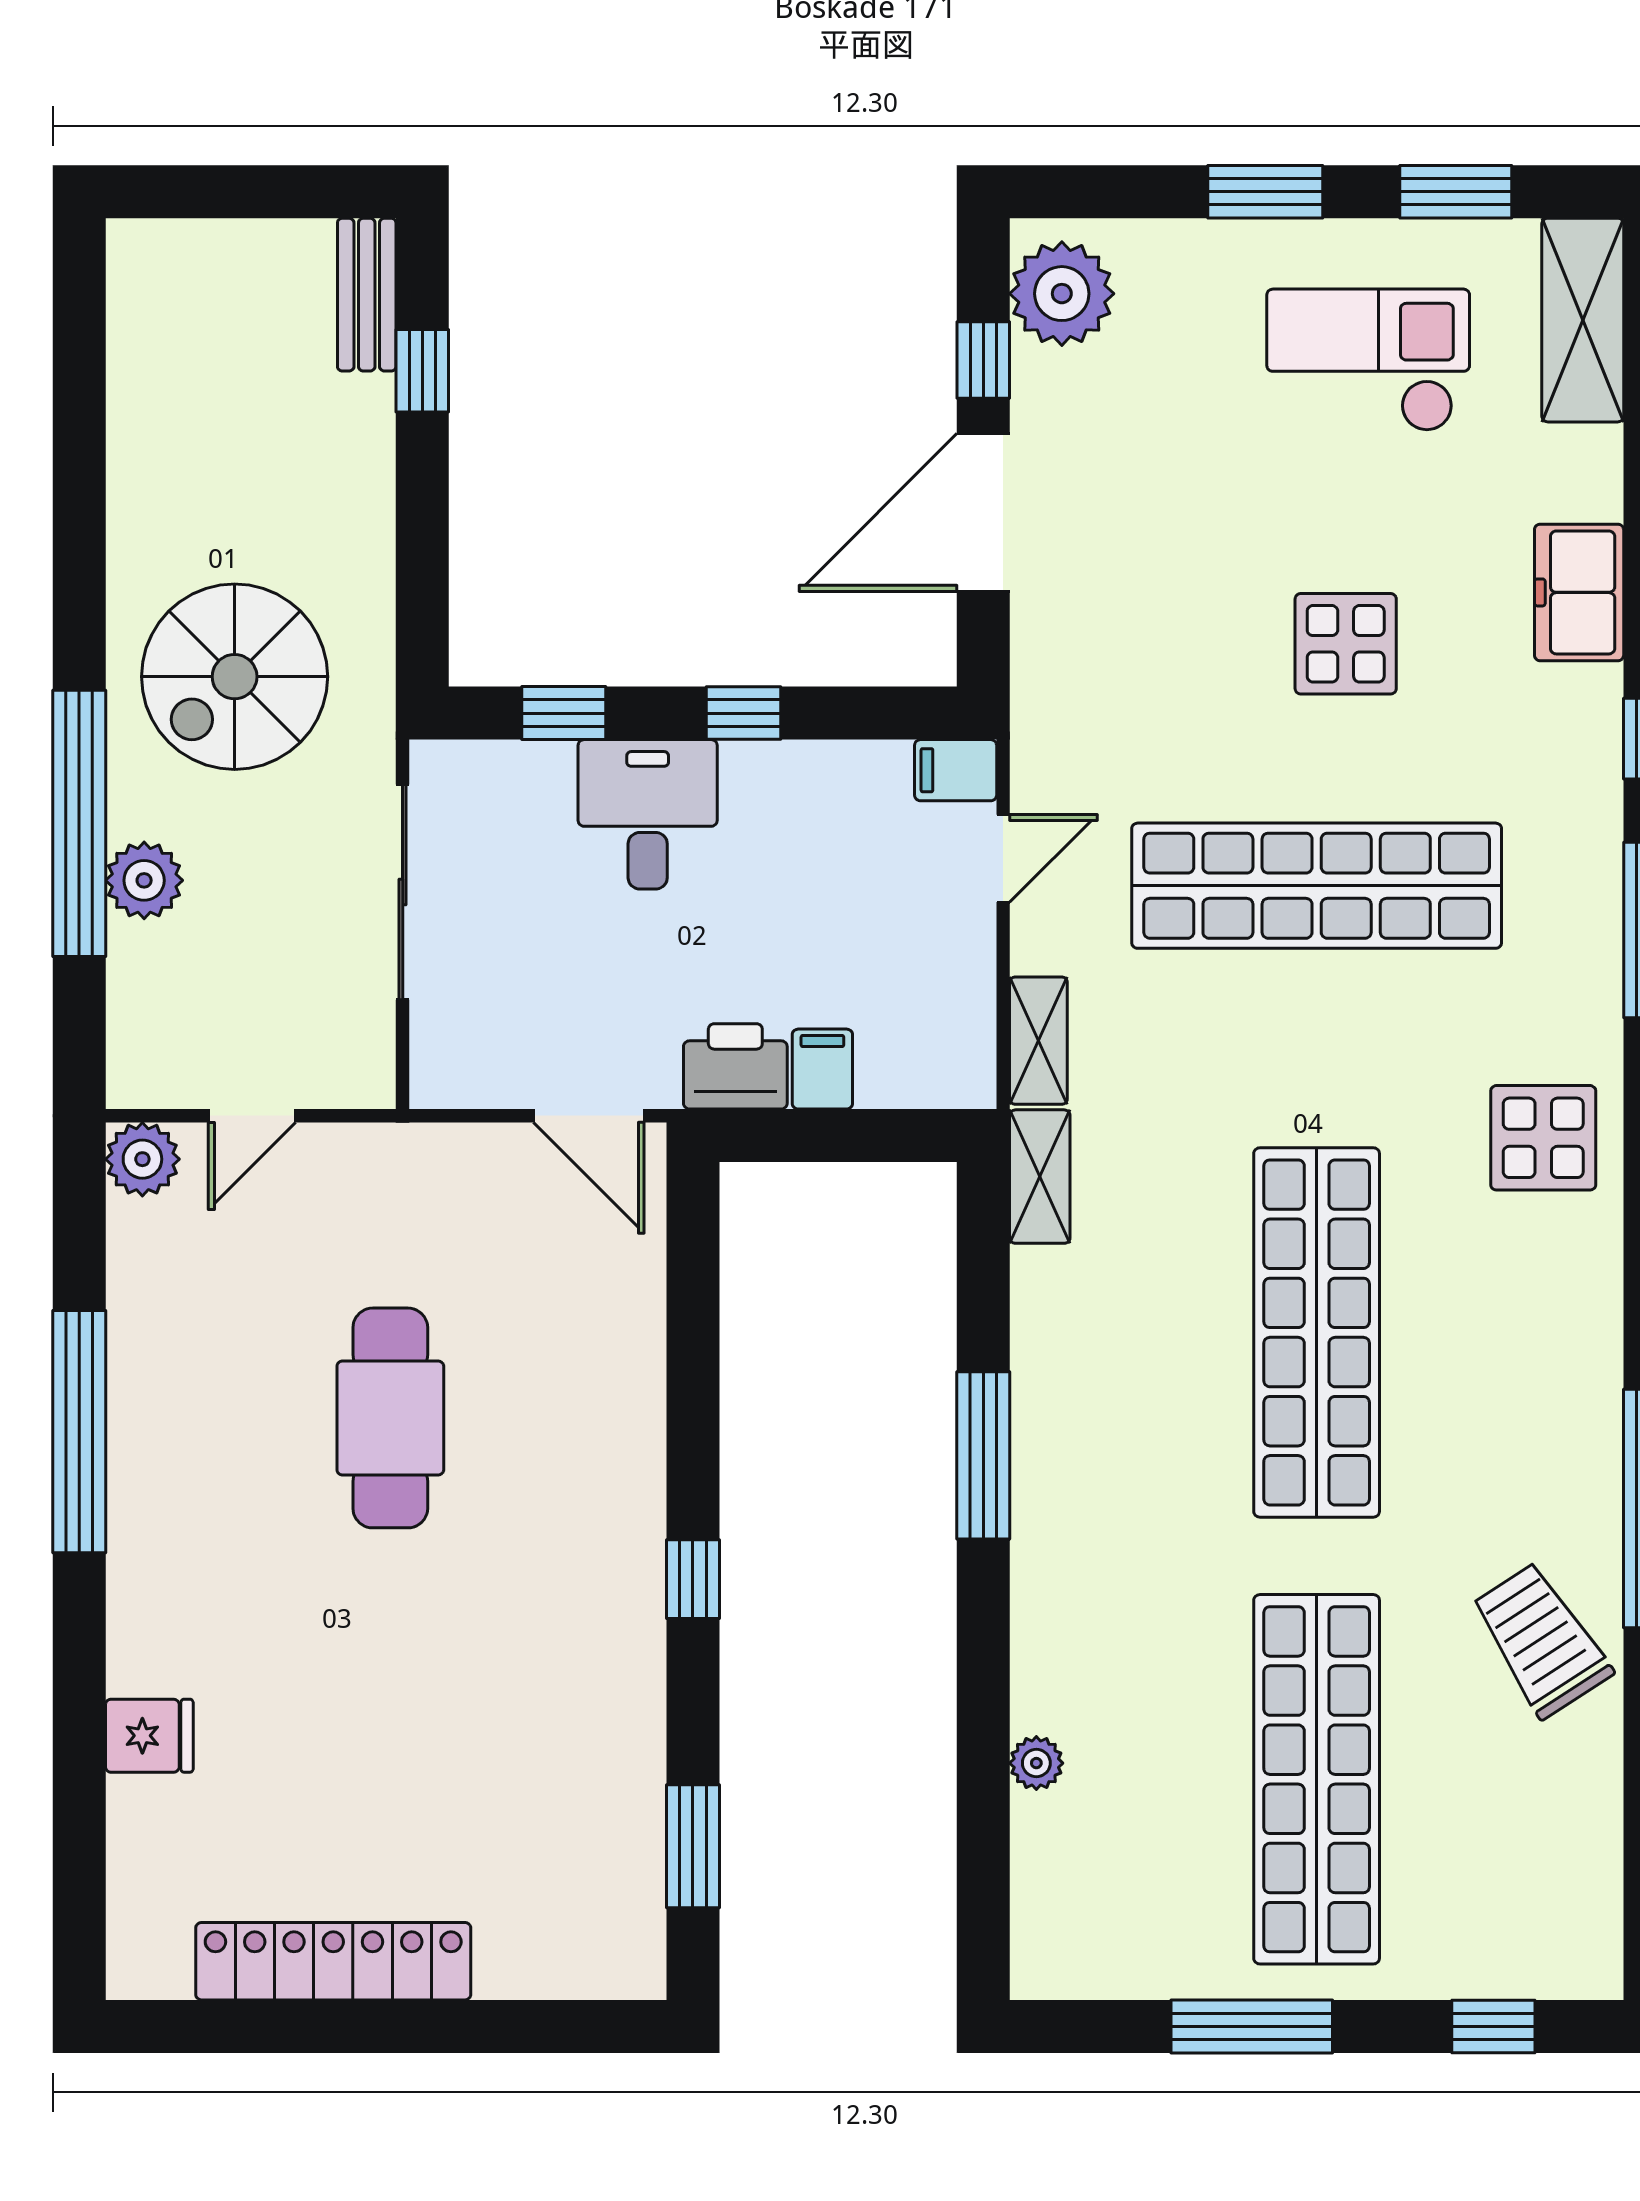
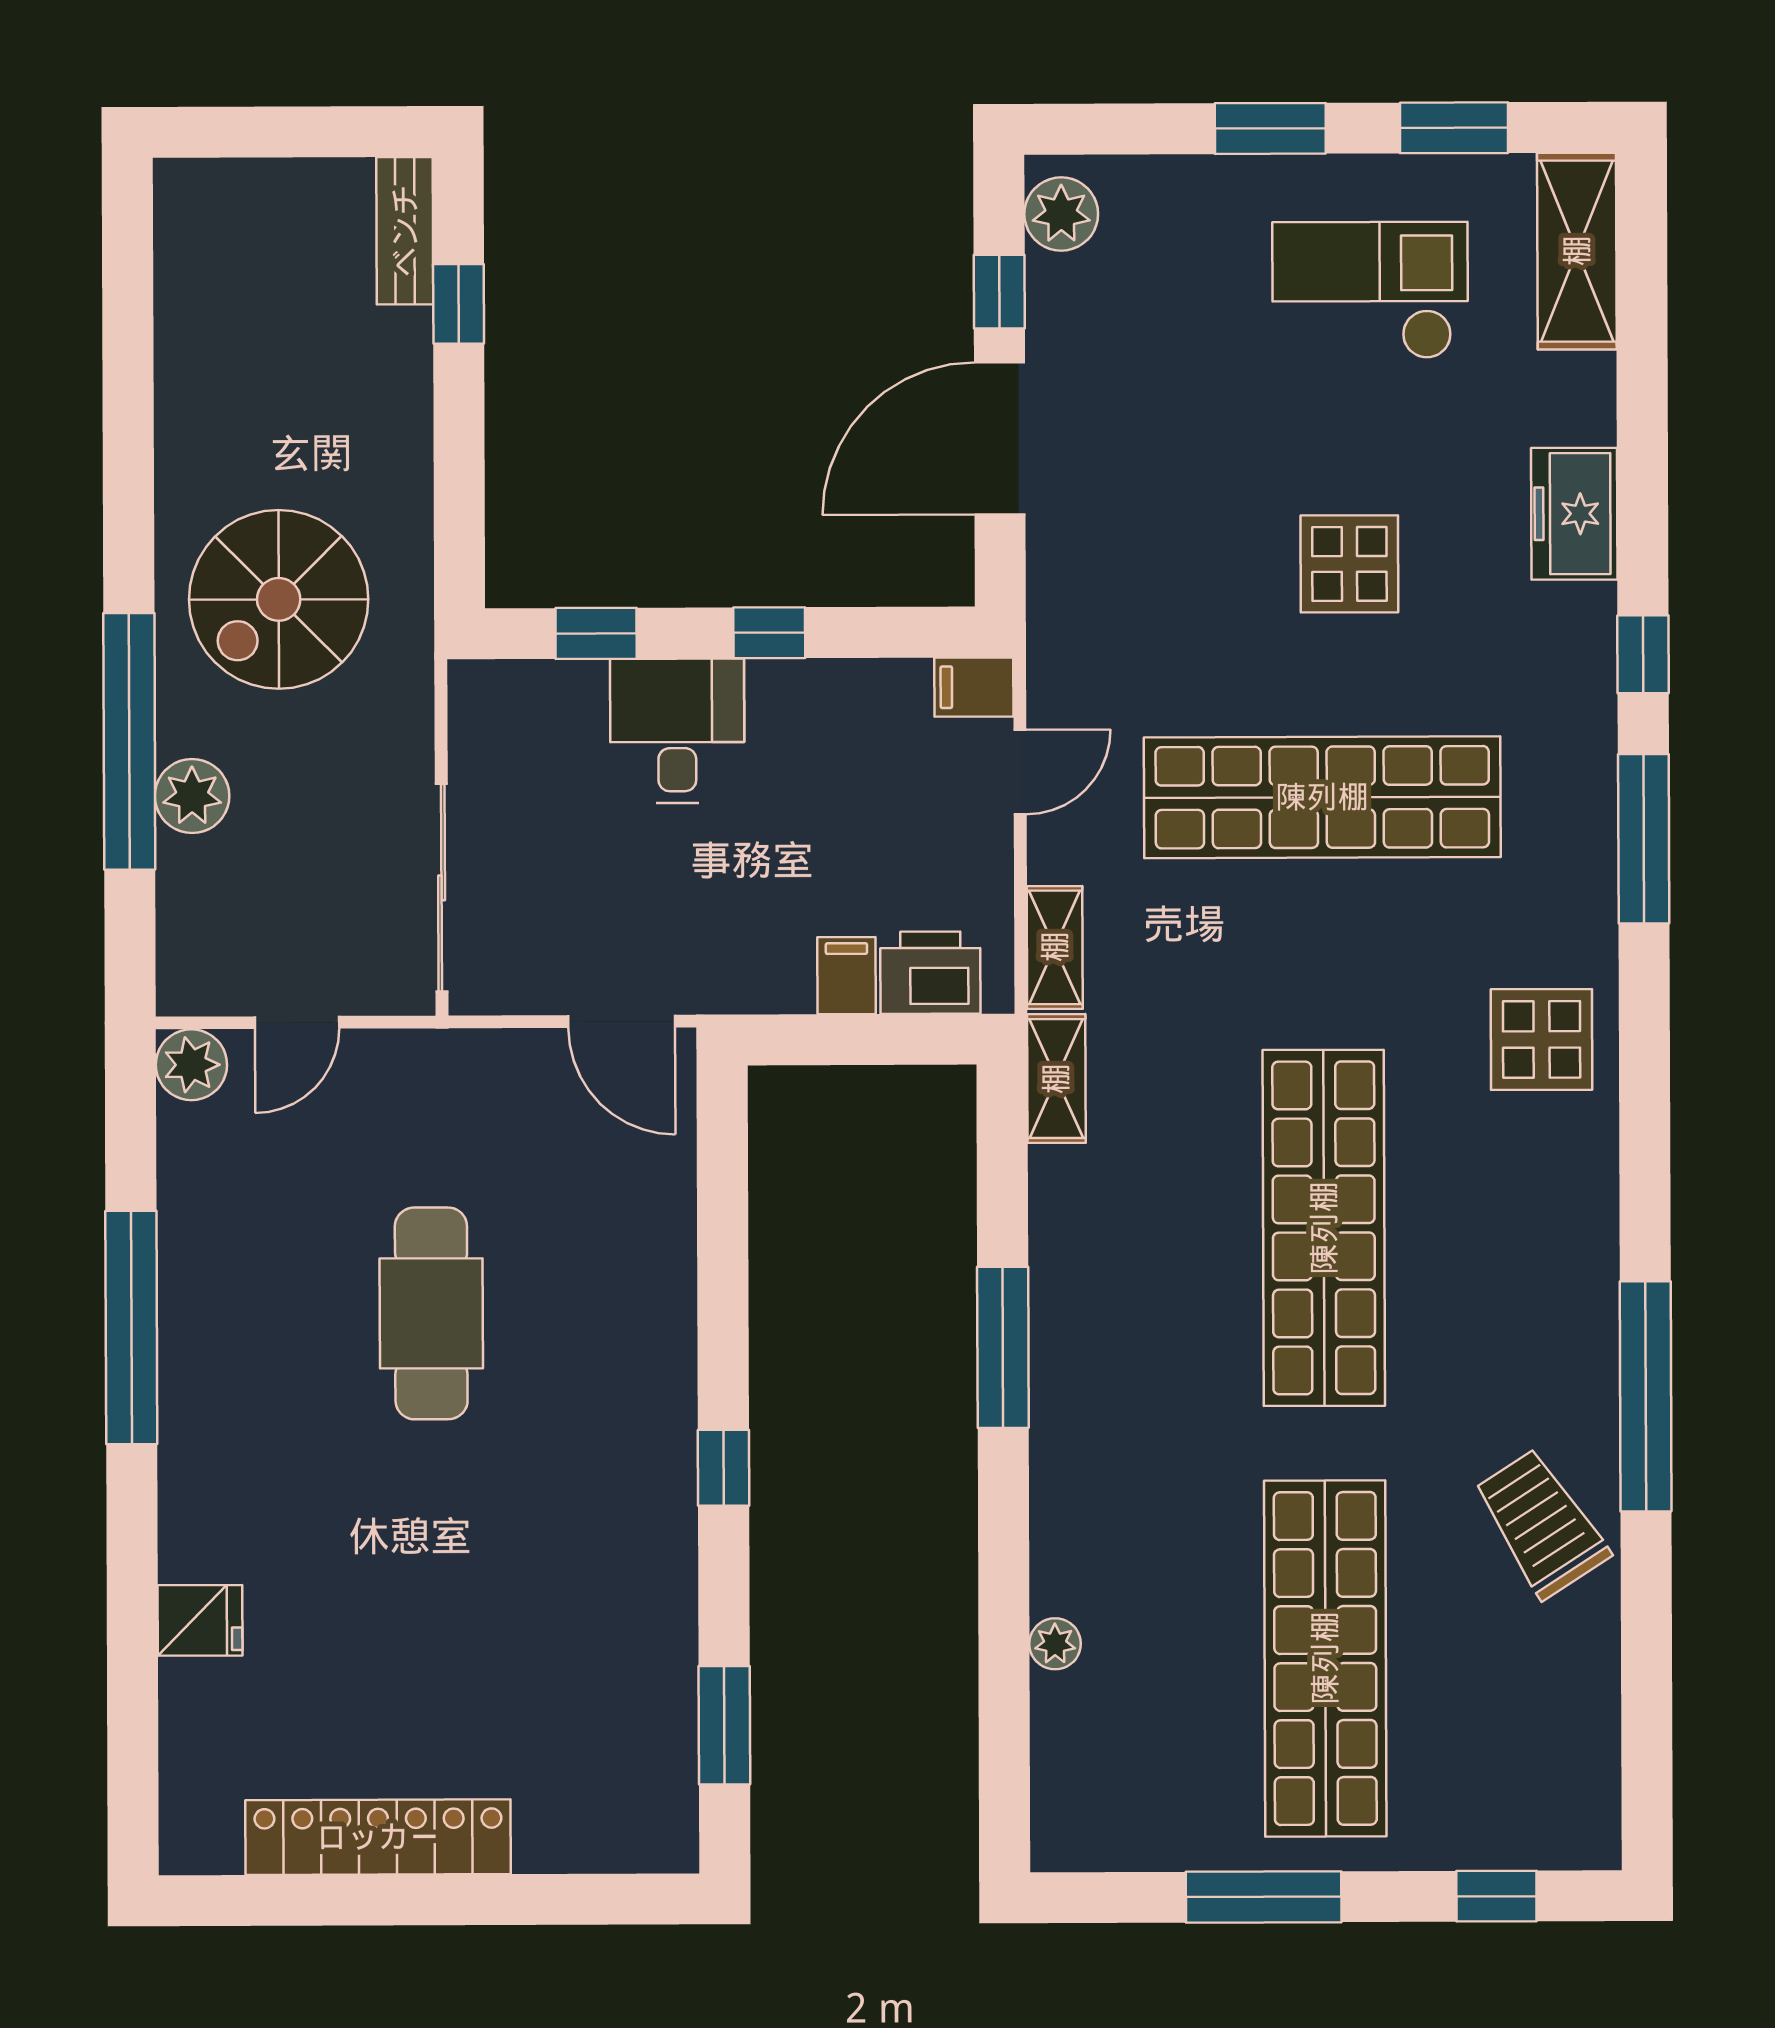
plant: (1062, 294) -> (1061, 214), width x0.73, depth x0.73
sliding door: (403, 892) -> (442, 888), moved
printer: (735, 1066) -> (930, 973), moved

